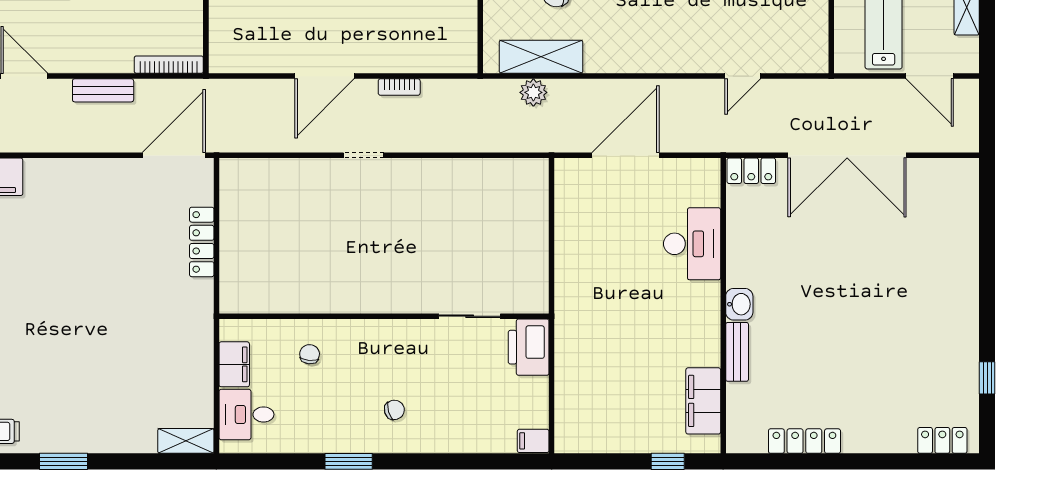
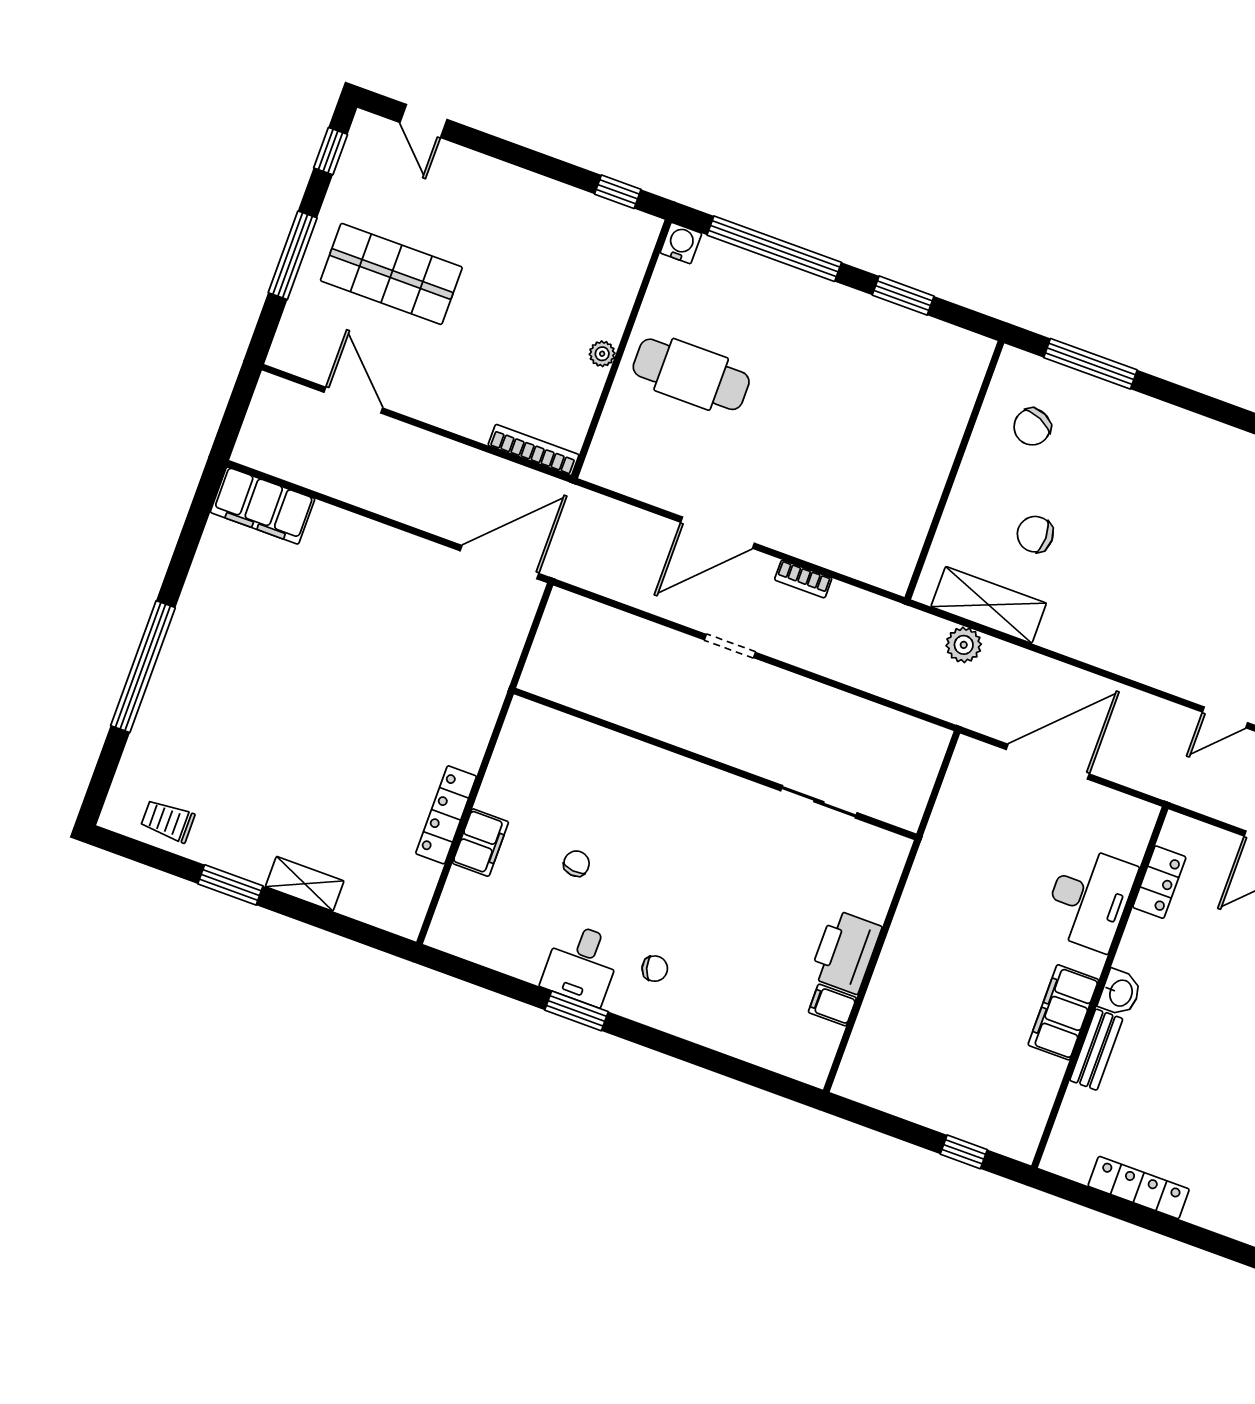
bench: (103, 90) -> (442, 452), removed
locker: (751, 171) -> (1159, 882), moved, turned -90
locker: (202, 242) -> (446, 815), moved
wall: (384, 316) -> (715, 764), moved
sliding door: (470, 316) -> (819, 802), moved
filing cabinet: (703, 401) -> (1063, 1012), moved
desk: (246, 414) -> (582, 964), moved, turned -90
shelving: (186, 441) -> (305, 884), moved
filing cabinet: (533, 441) -> (832, 1005), moved

